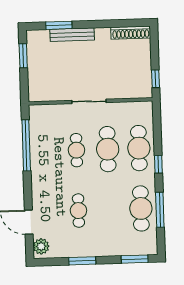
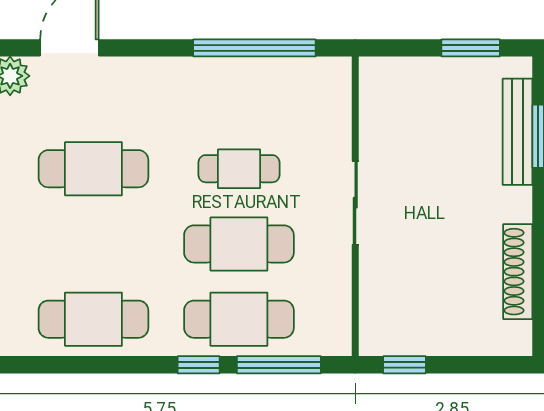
shoe rack: (131, 33) -> (518, 272), moved
bench: (72, 35) -> (518, 132), moved
window: (160, 210) -> (279, 365), moved
cafe table: (78, 211) -> (93, 169), width x1.37, depth x1.35

